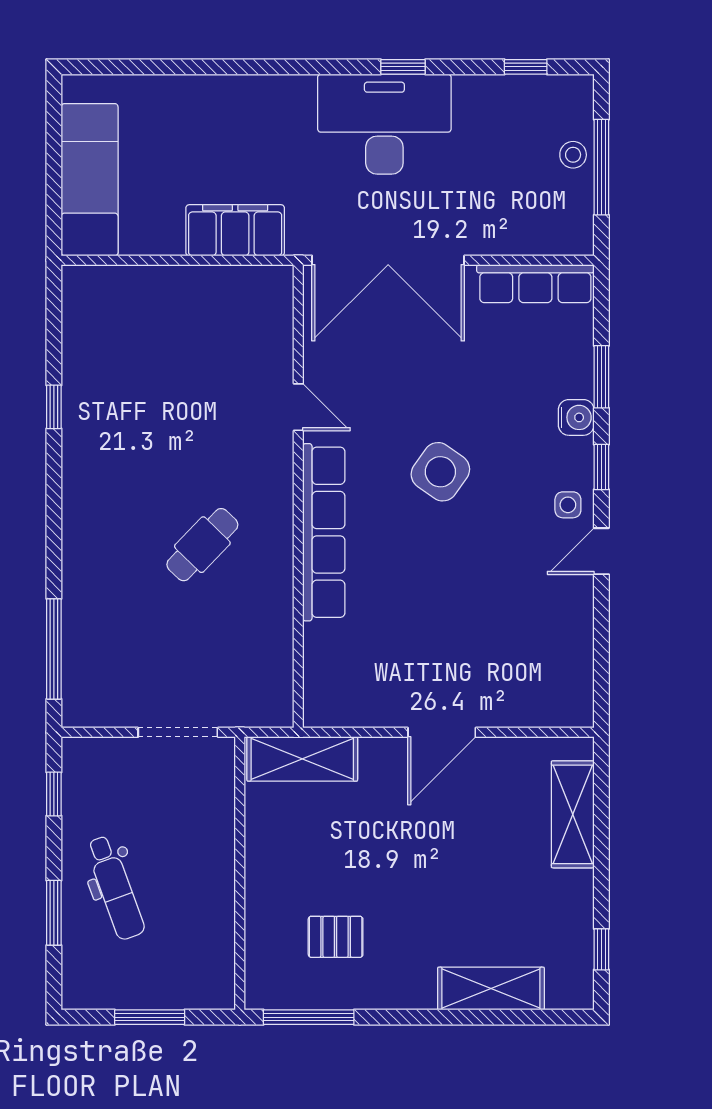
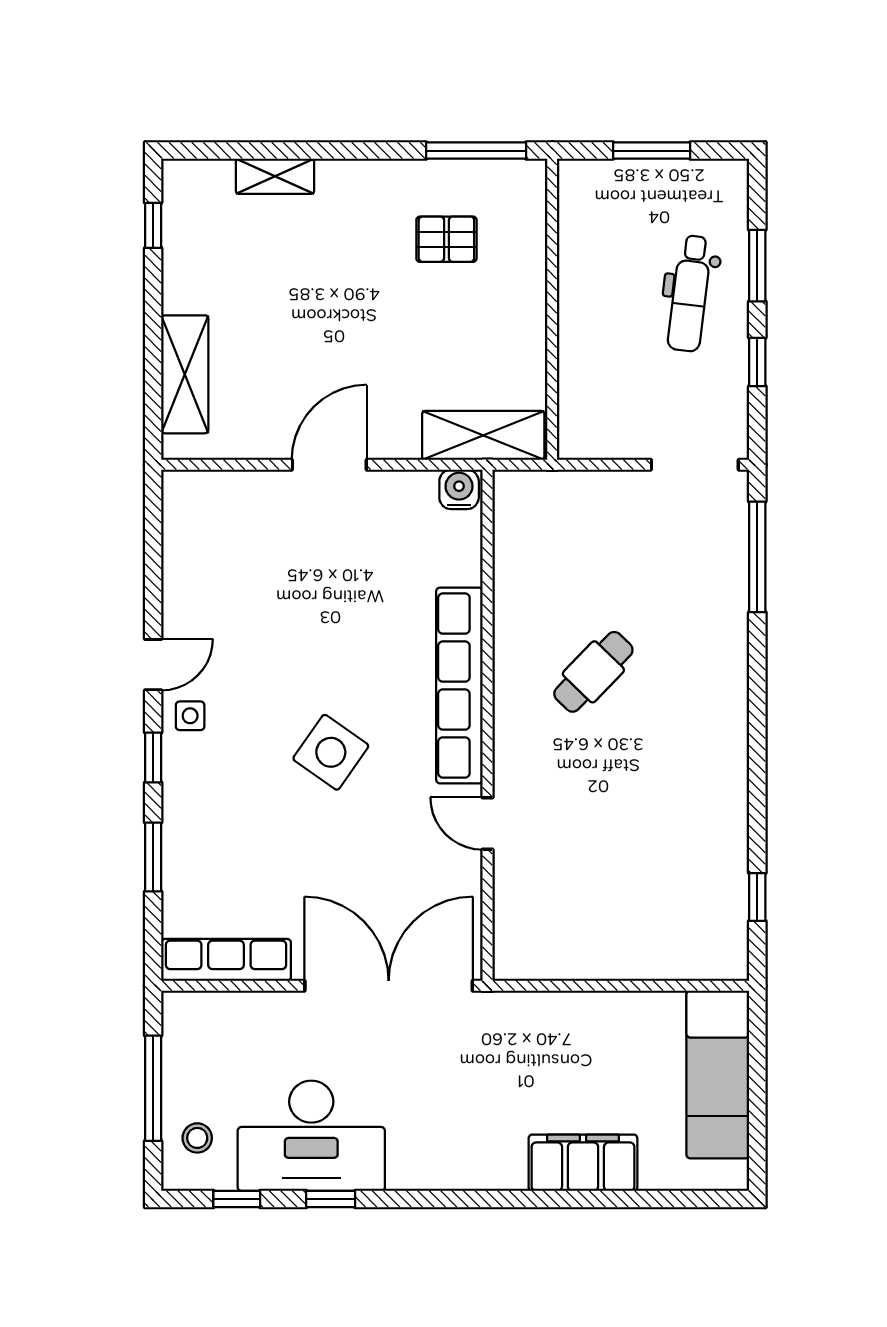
window: (403, 67) -> (331, 1199), moved
desk: (384, 124) -> (311, 1136), moved
stool: (573, 155) -> (197, 1138), moved
filing cabinet: (235, 230) -> (583, 1163), moved, turned 180
window: (54, 407) -> (757, 897), moved
water cooler: (576, 417) -> (459, 489), moved, turned 90
doorway: (178, 732) -> (695, 465), moved
window: (54, 794) -> (757, 362), moved
dental chair: (115, 888) -> (690, 293), turned -153
shelving: (491, 988) -> (275, 176), width x0.67, depth x0.75

